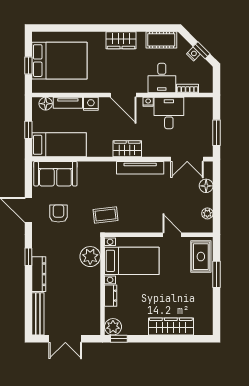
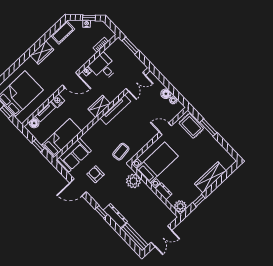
desk: (162, 78) -> (82, 52), removed
window: (217, 133) -> (130, 46), moved
floor lamp: (206, 186) -> (166, 94), moved
window: (119, 339) -> (199, 200), moved

